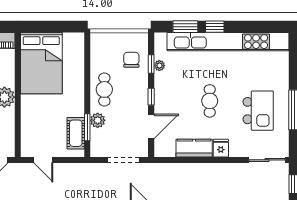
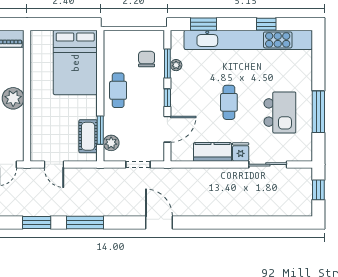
window: (215, 27) -> (266, 24), moved
bed: (41, 63) -> (75, 63), moved
window: (151, 64) -> (167, 63), width x1.50
plant: (98, 120) -> (111, 143), moved
doorway: (123, 160) -> (138, 164), width x0.73
sliding door: (267, 160) -> (268, 164), moved

